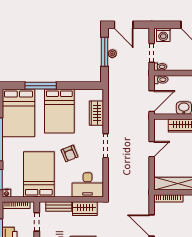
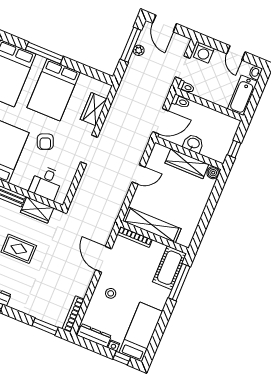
desk: (88, 185) -> (46, 183), width x0.73

